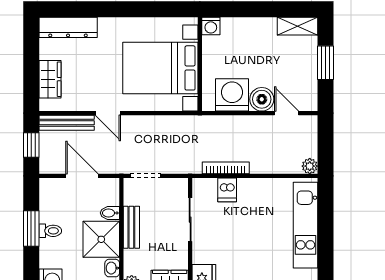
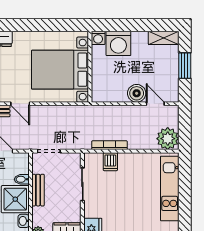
washing machine: (232, 95) -> (118, 43), moved, turned 180
plant: (310, 166) -> (168, 139), width x1.87, depth x1.87

